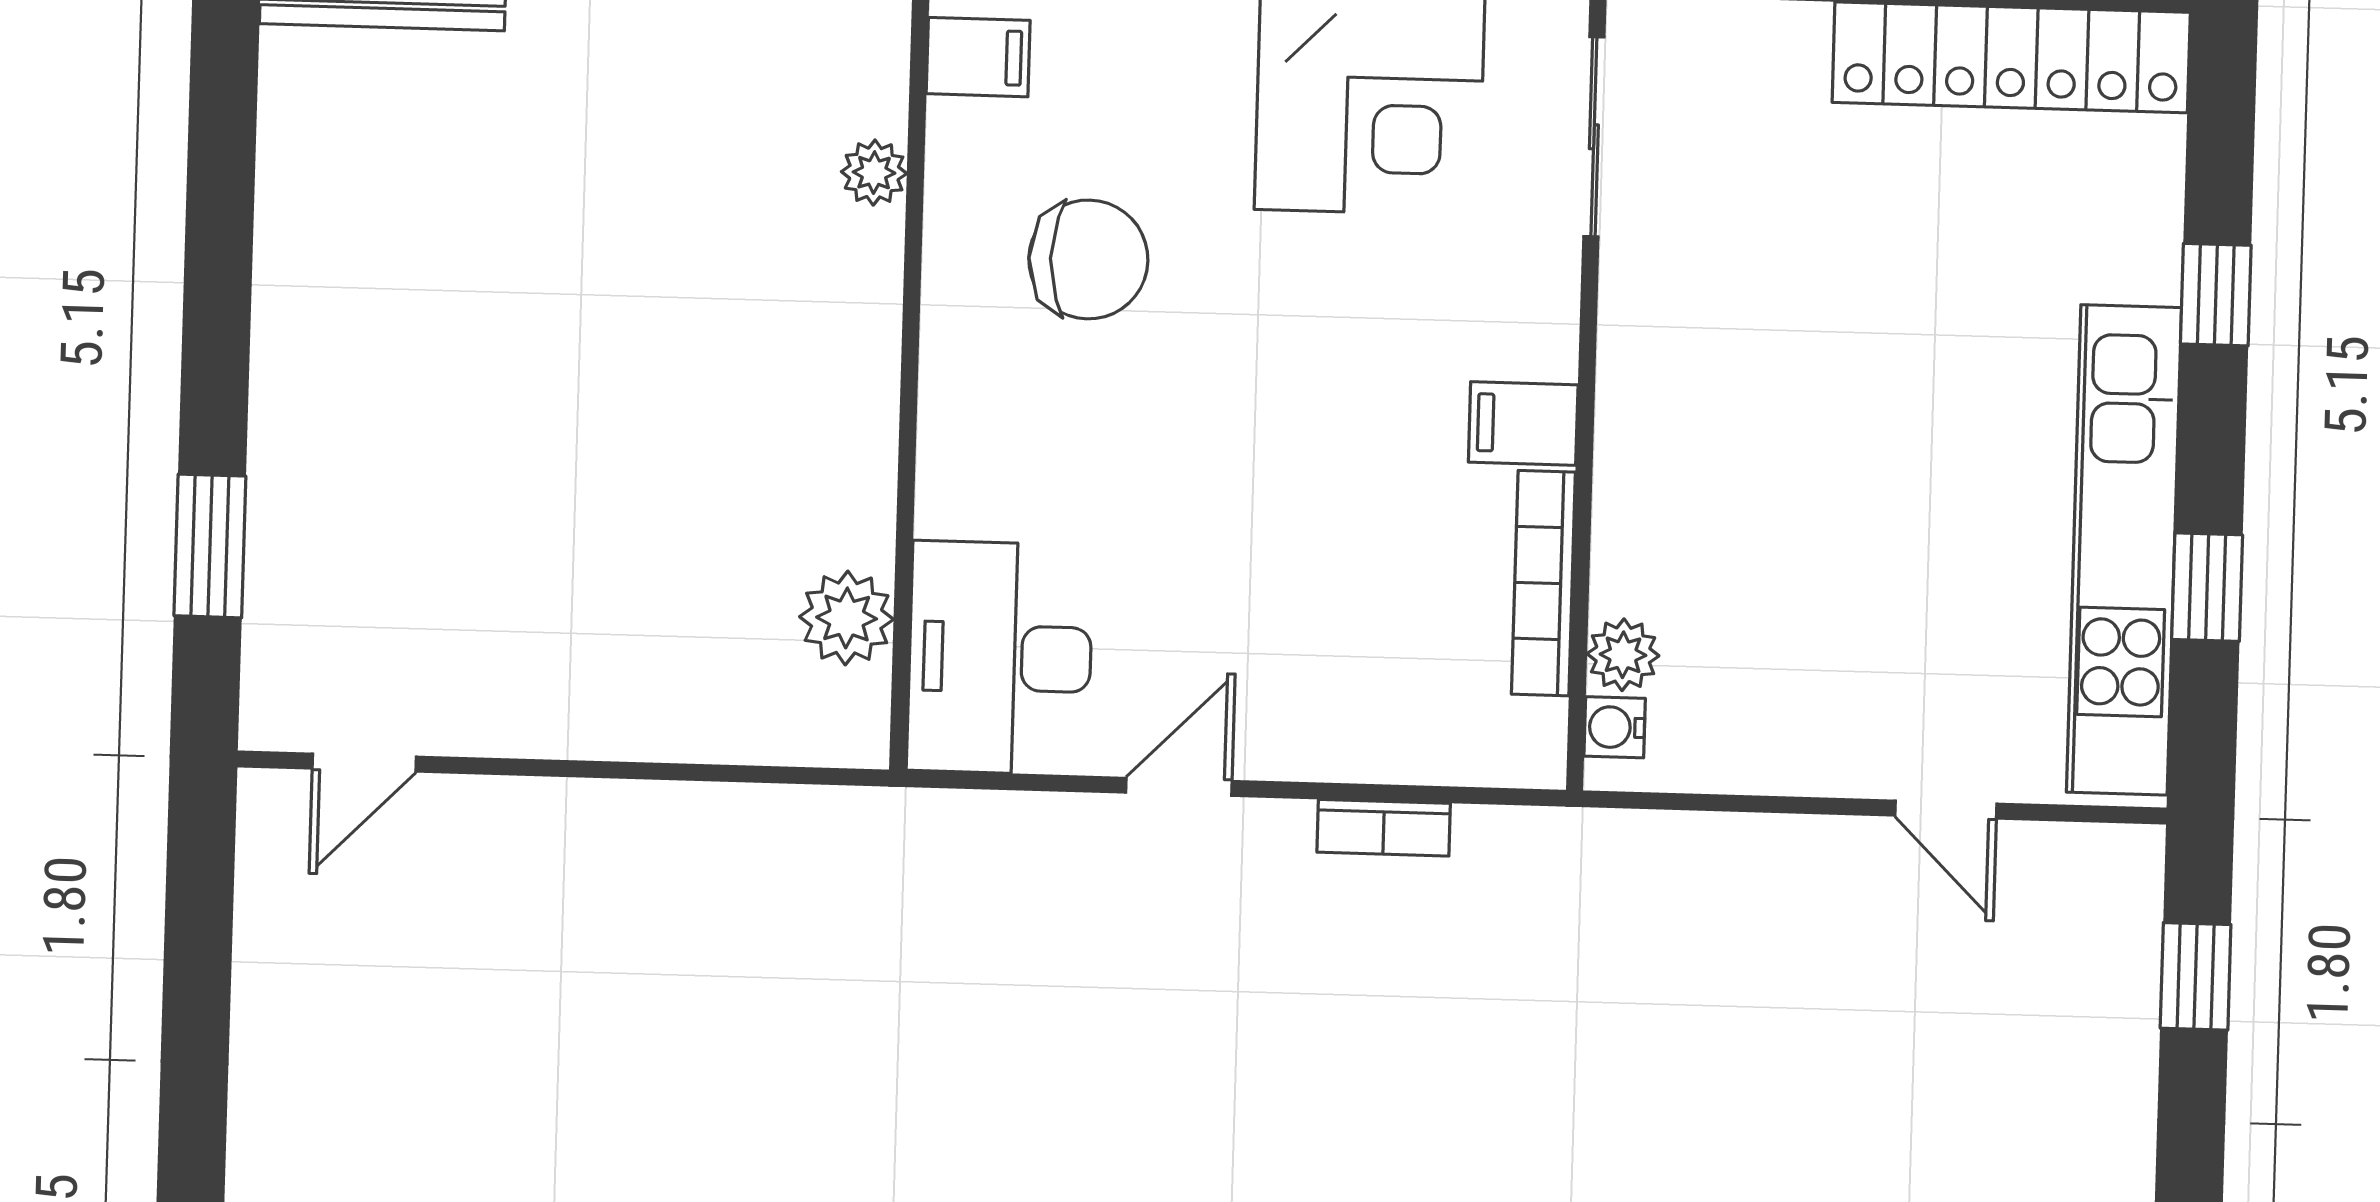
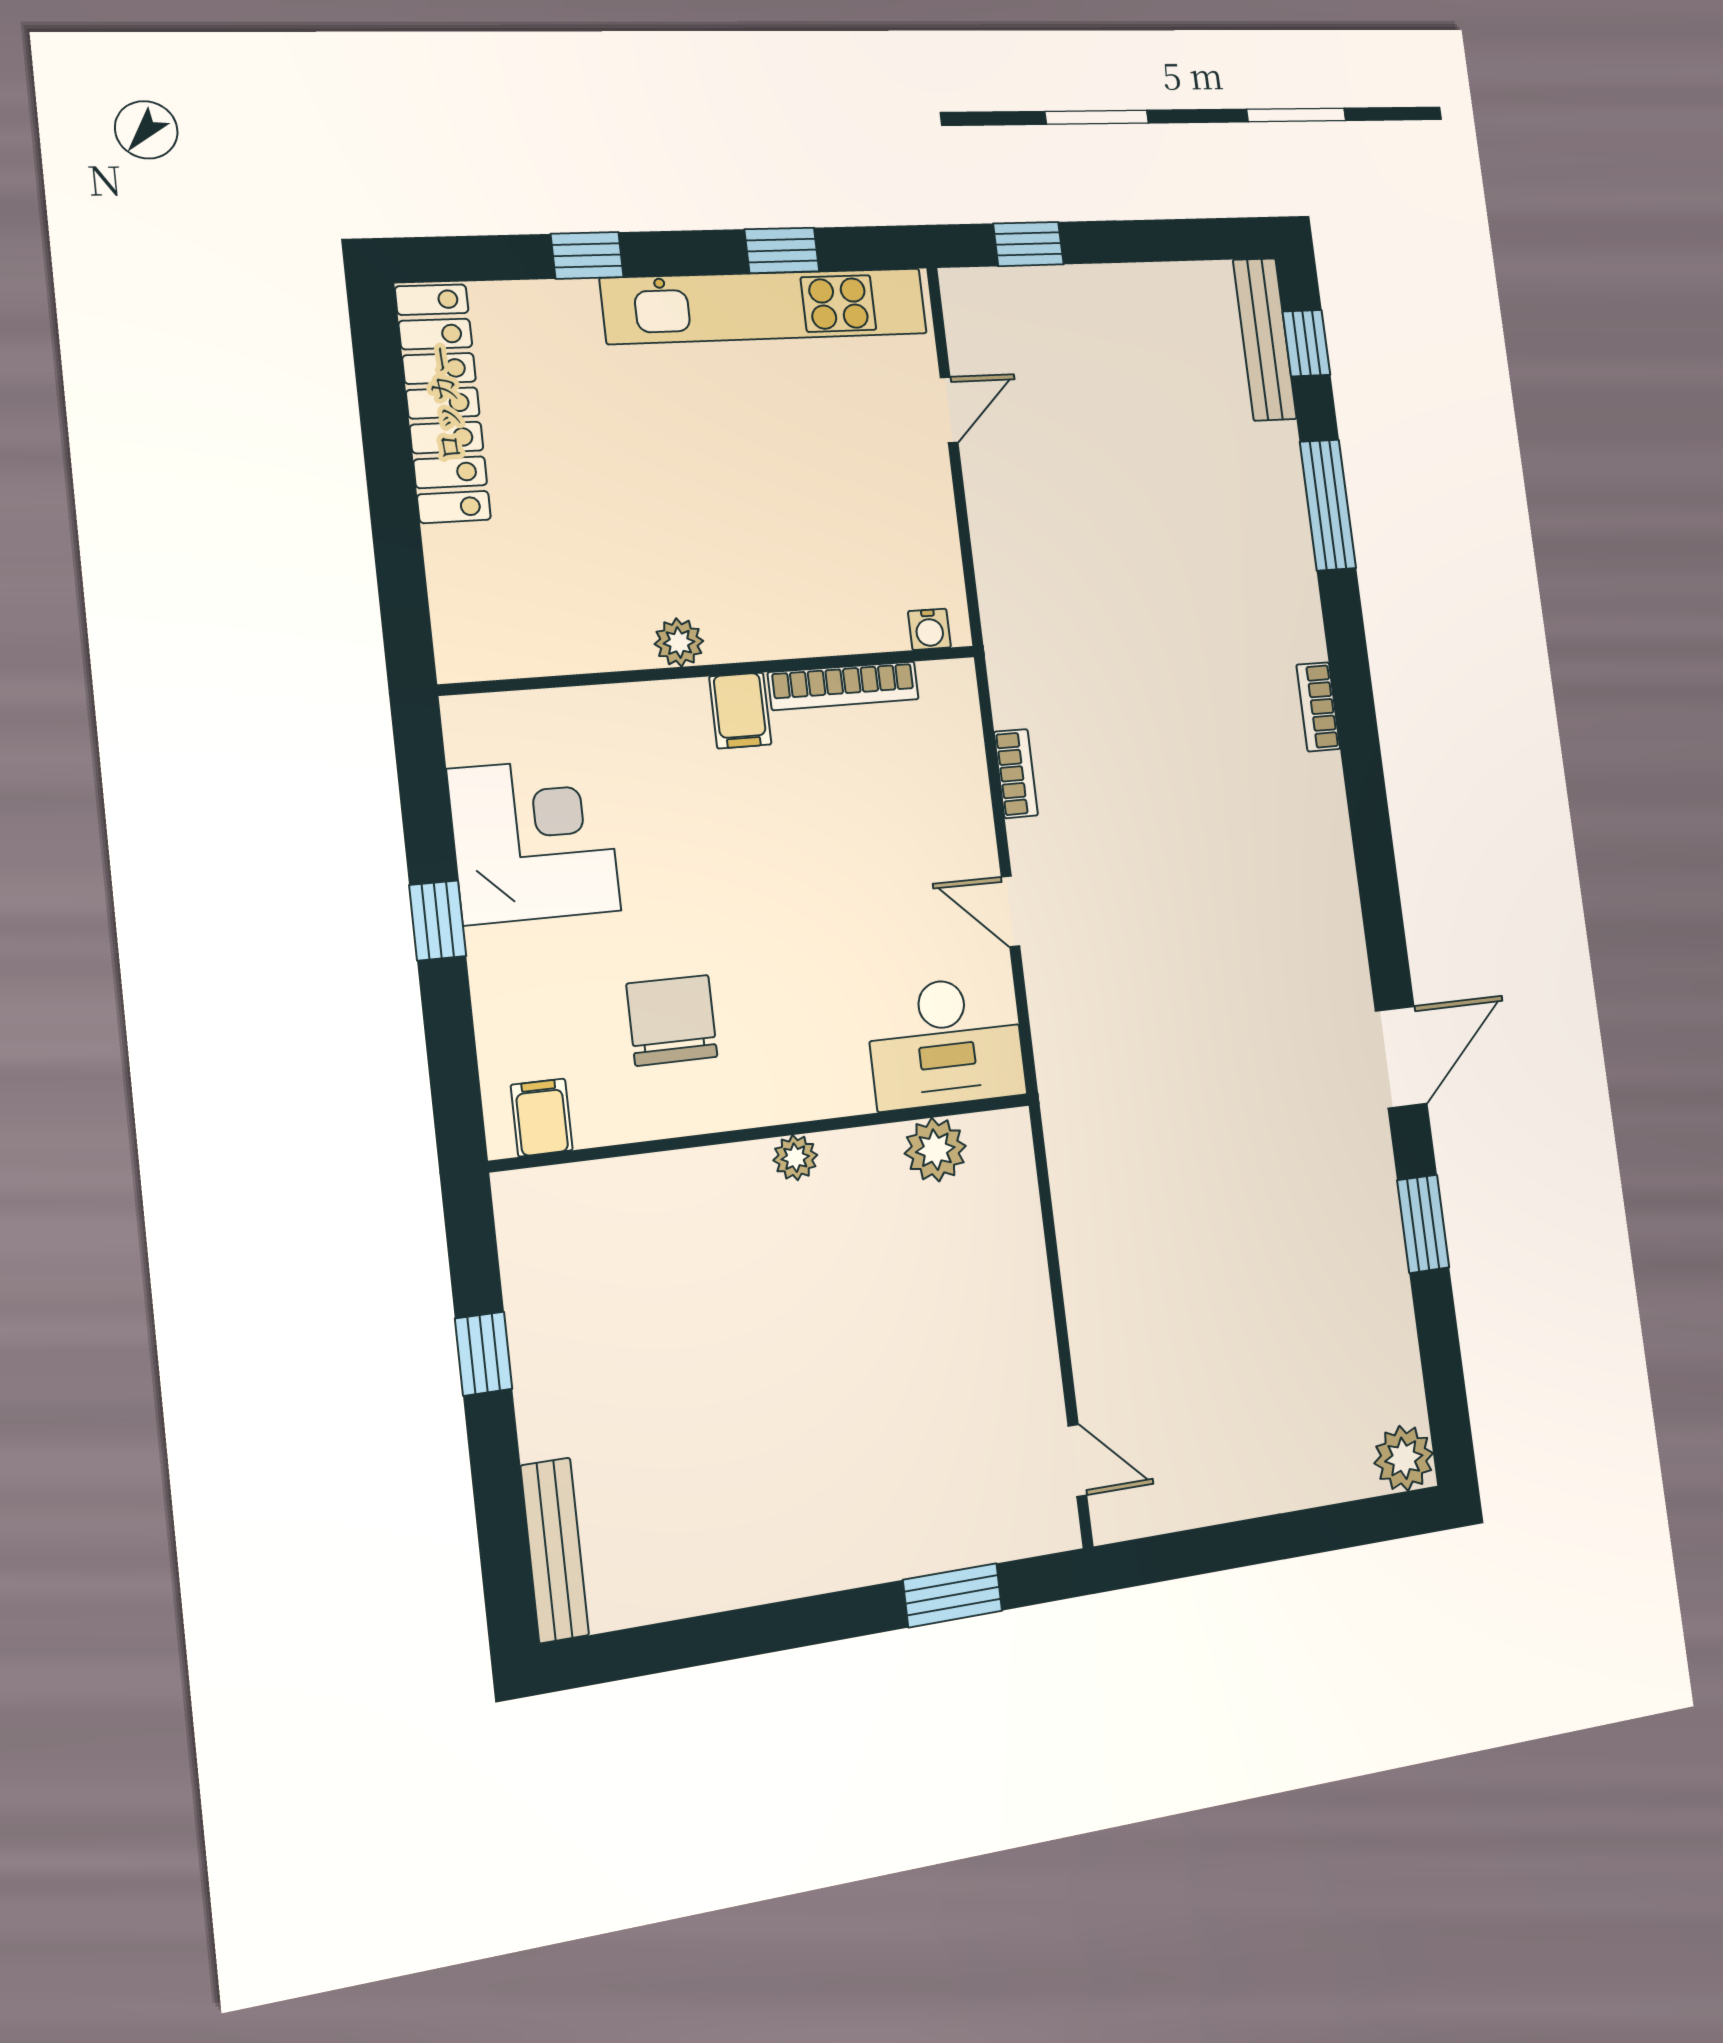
sliding door: (1594, 137) -> (538, 683), removed
plant: (874, 173) -> (795, 1158), moved
plant: (1623, 655) -> (679, 642), moved

